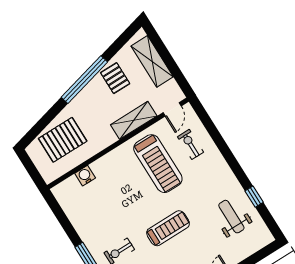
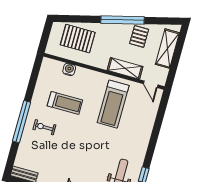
door: (172, 109) -> (151, 84), hinge flipped
exercise bike: (191, 144) -> (141, 113), removed
treadmill: (168, 228) -> (65, 103), moved

